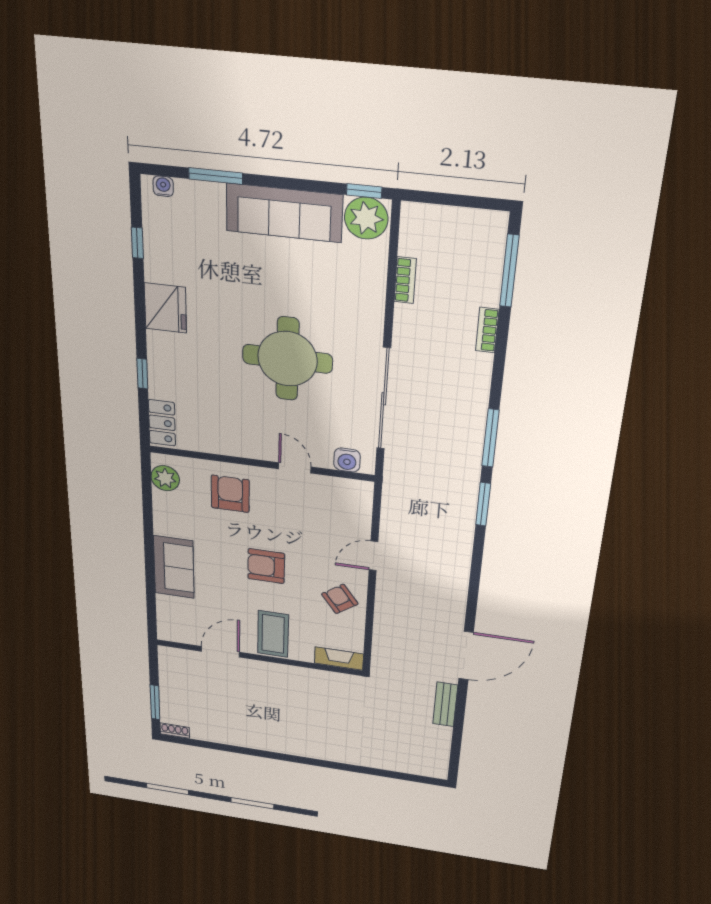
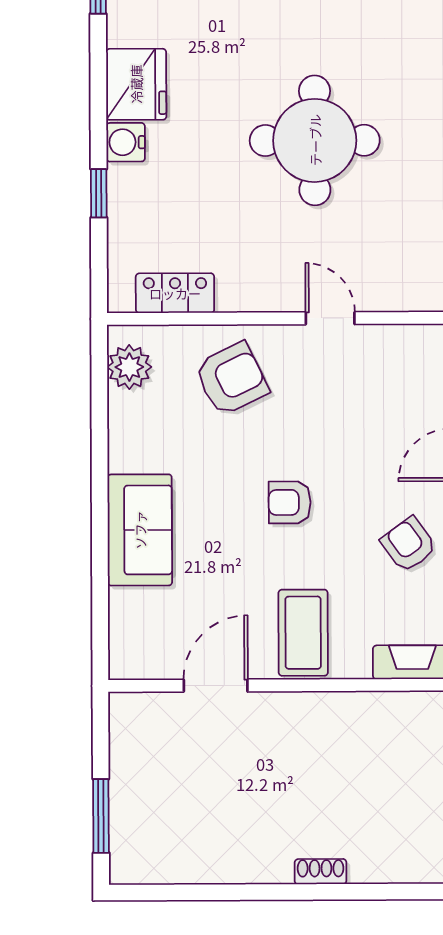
locker: (162, 423) -> (175, 293), moved, turned -90
water cooler: (347, 460) -> (126, 142), moved, turned 90
armchair: (230, 494) -> (232, 379), turned 64
armchair: (266, 566) -> (290, 502), width x0.72, depth x0.72
shoe rack: (175, 731) -> (321, 872), moved

